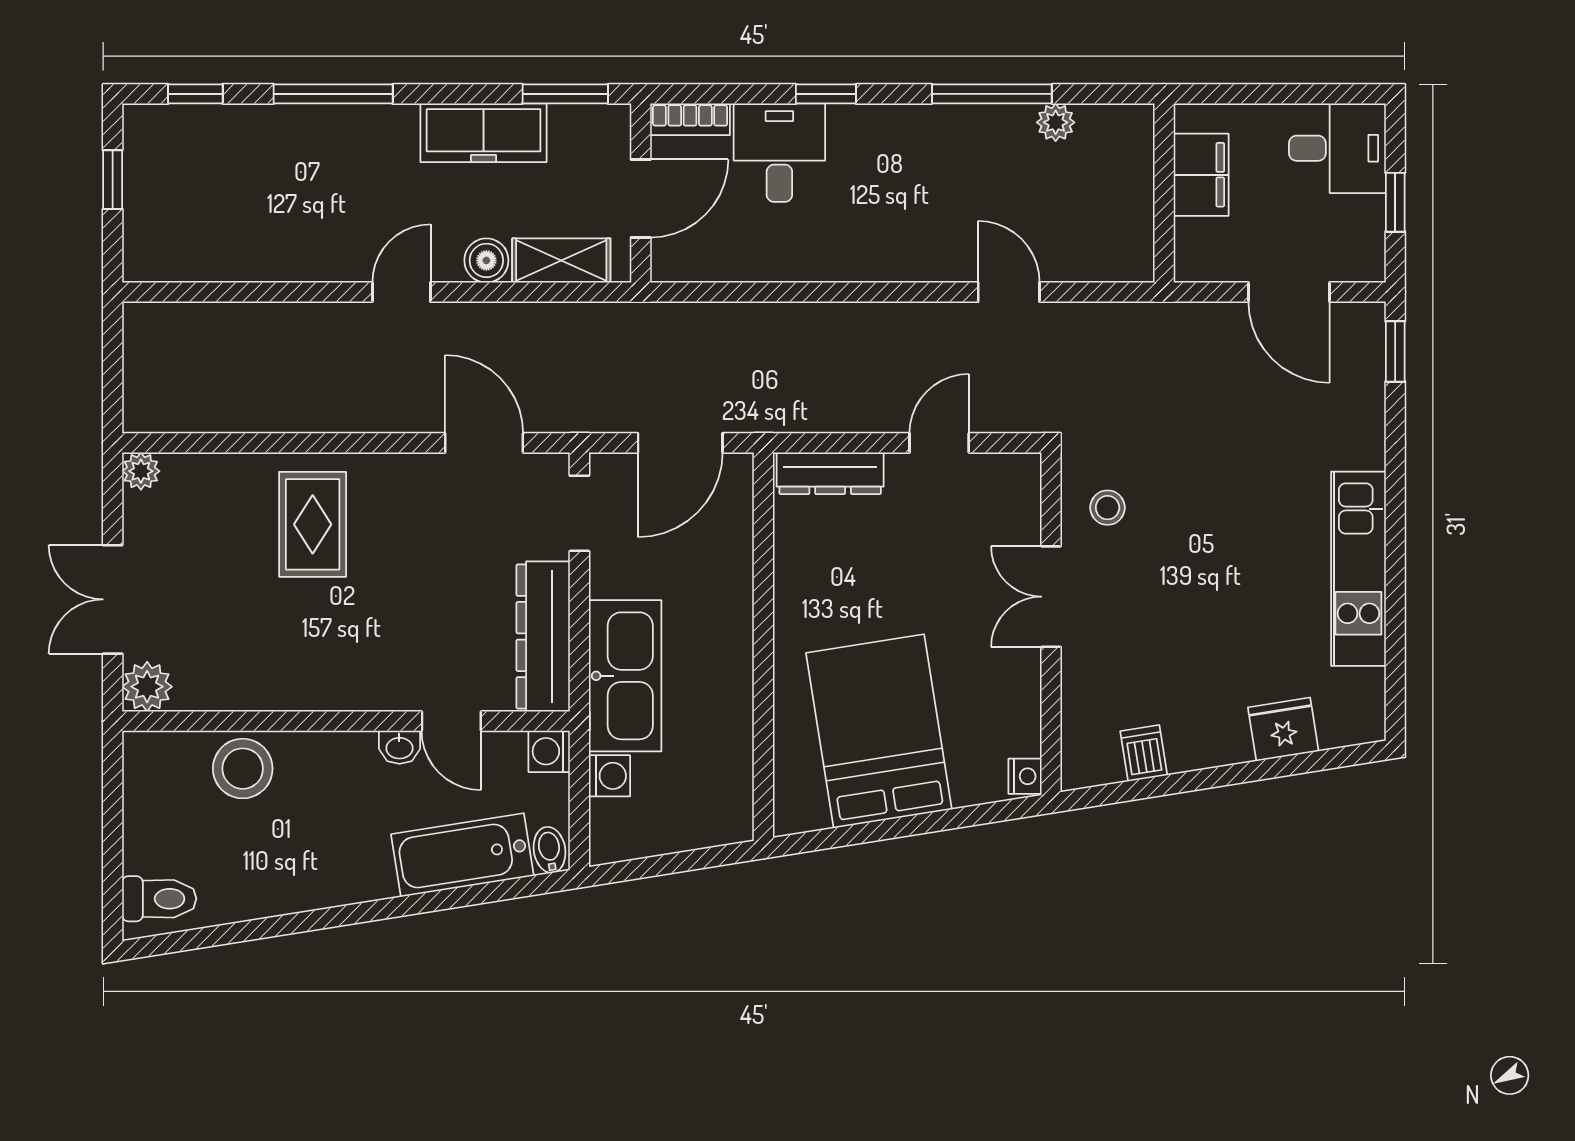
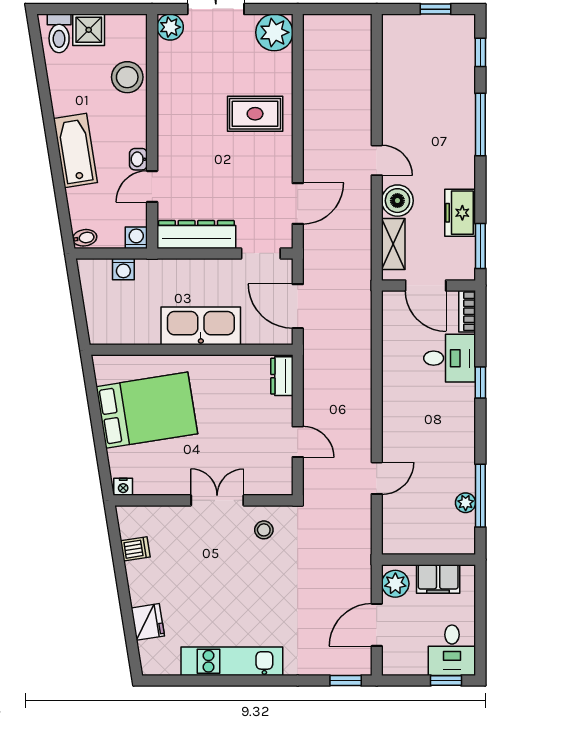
window: (992, 94) -> (480, 496), moved
freezer: (484, 133) -> (460, 213), width x0.71
window: (1395, 202) -> (446, 681), moved
plant: (1210, 257) -> (395, 584), added
boiler: (486, 260) -> (397, 201), width x1.36, depth x1.36
plant: (141, 471) -> (274, 32), width x1.87, depth x1.87
dresser: (830, 473) -> (282, 376), width x0.70
kitchen sink: (625, 676) -> (201, 326), moved, turned 180
shower: (152, 842) -> (89, 30), added
bathtub: (462, 855) -> (75, 150), moved

